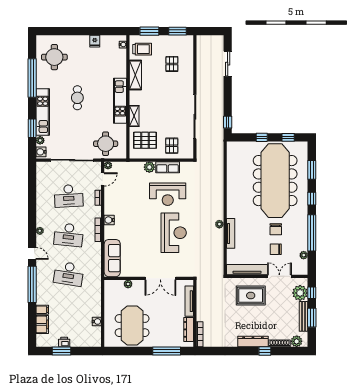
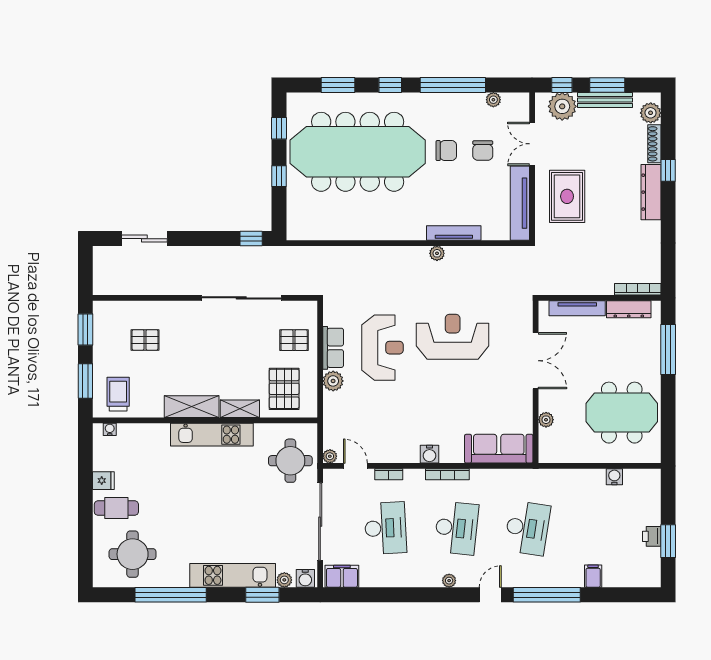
shelving: (135, 75) -> (192, 407), moved
cafe table: (77, 98) -> (116, 508), moved
filing cabinet: (42, 324) -> (342, 576), moved

